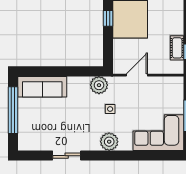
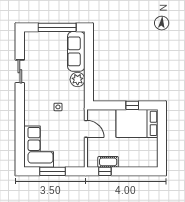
plant: (99, 85) -> (78, 80), moved
plant: (109, 142) -> (31, 106), removed

